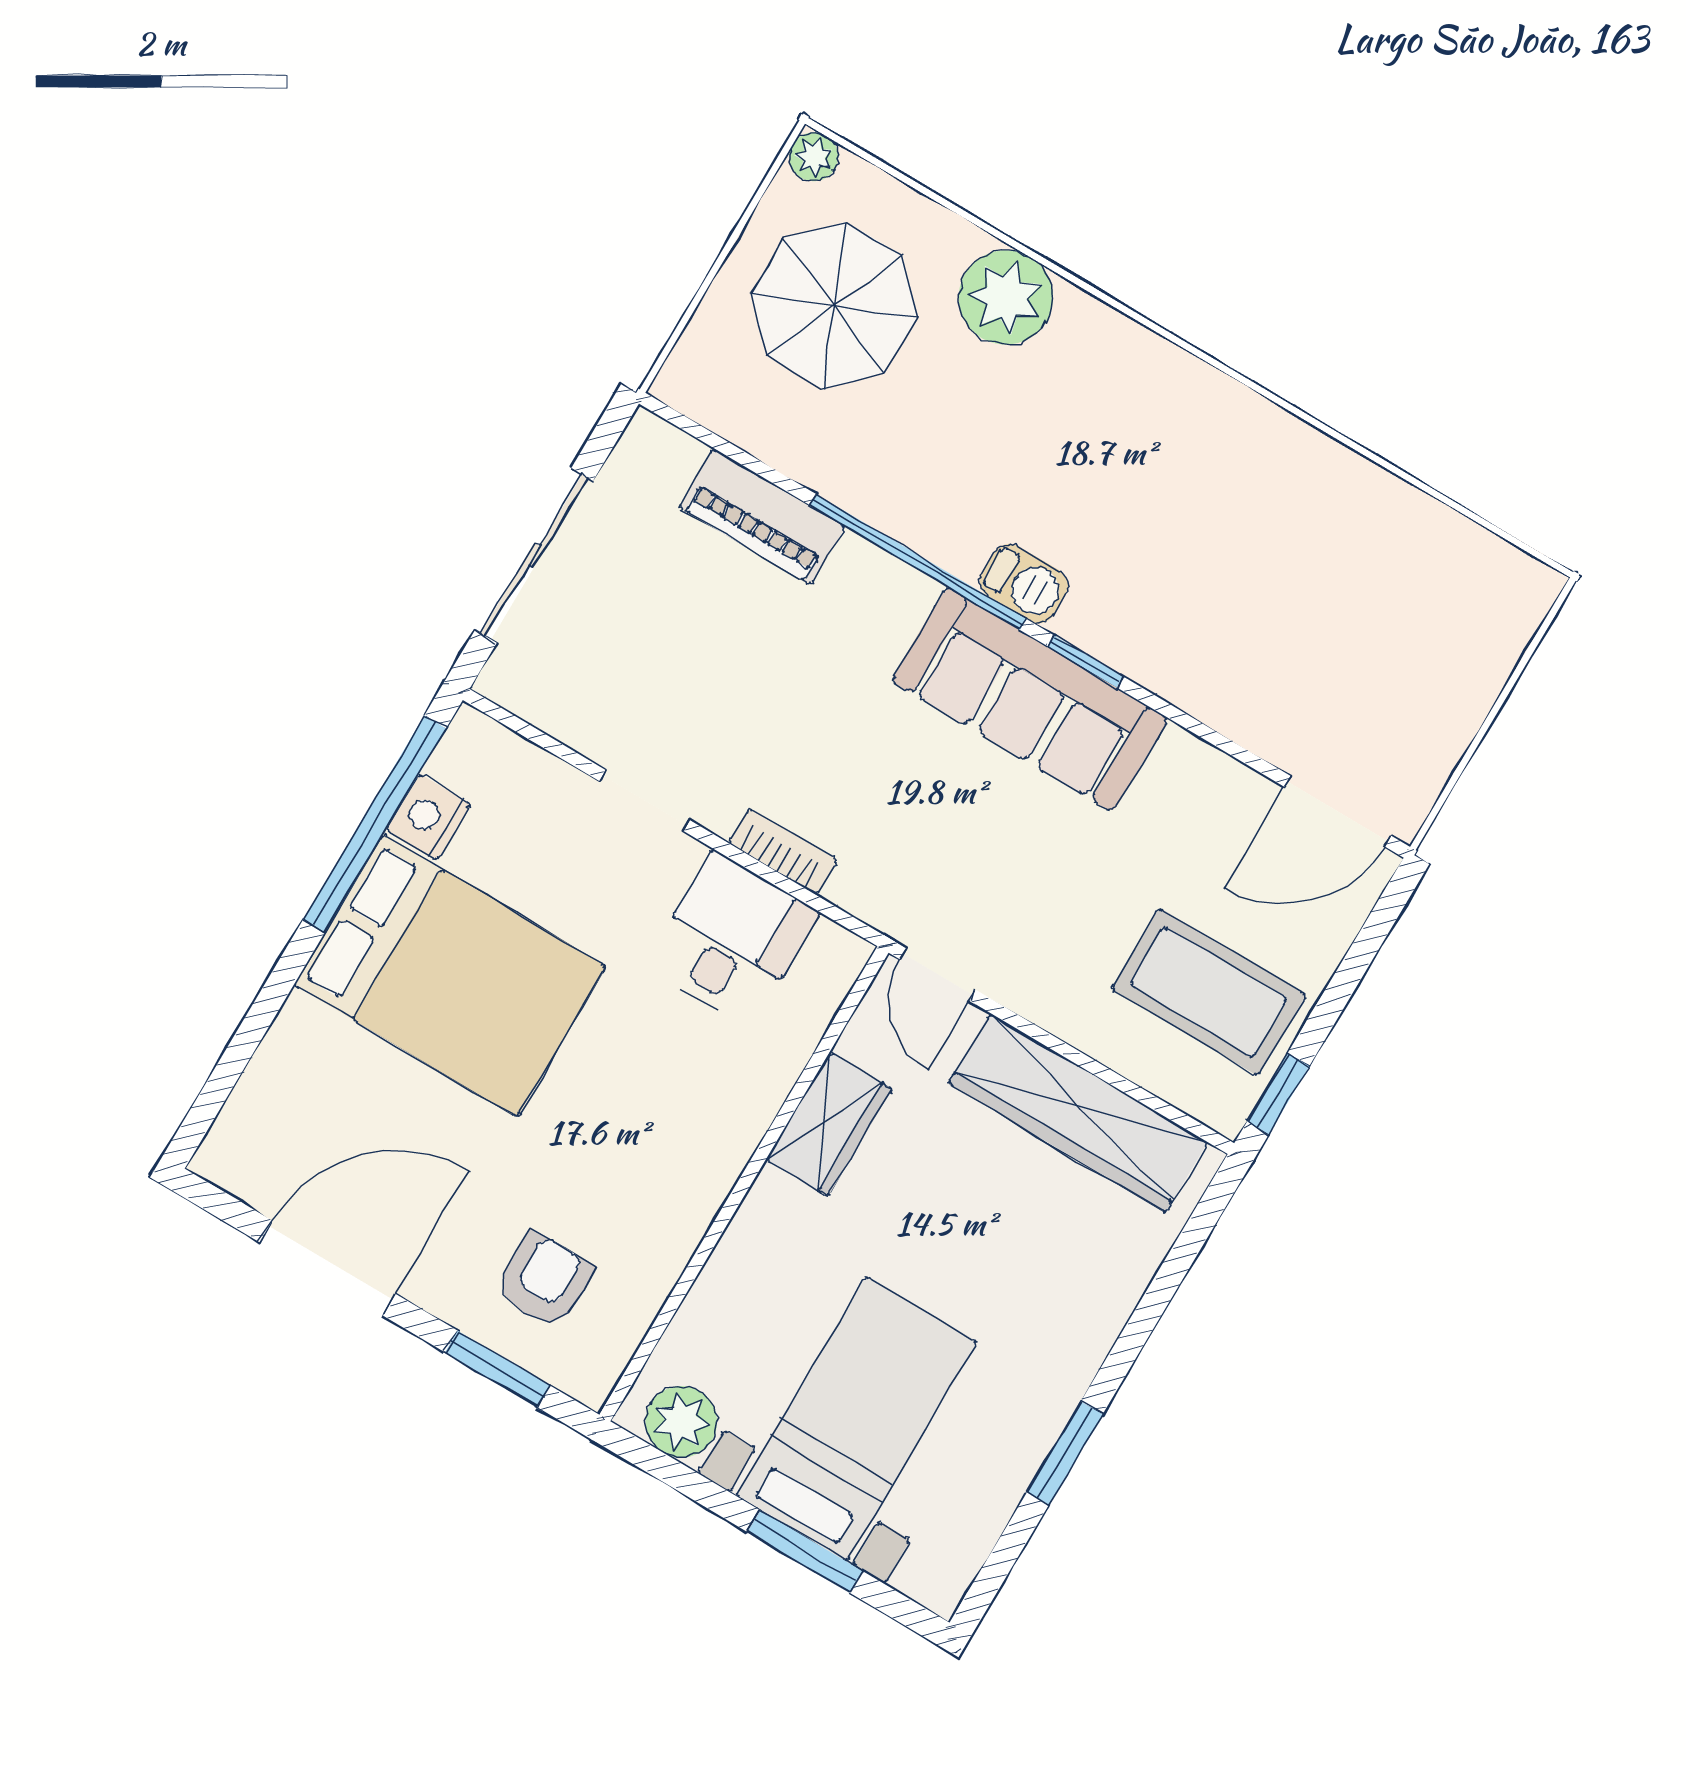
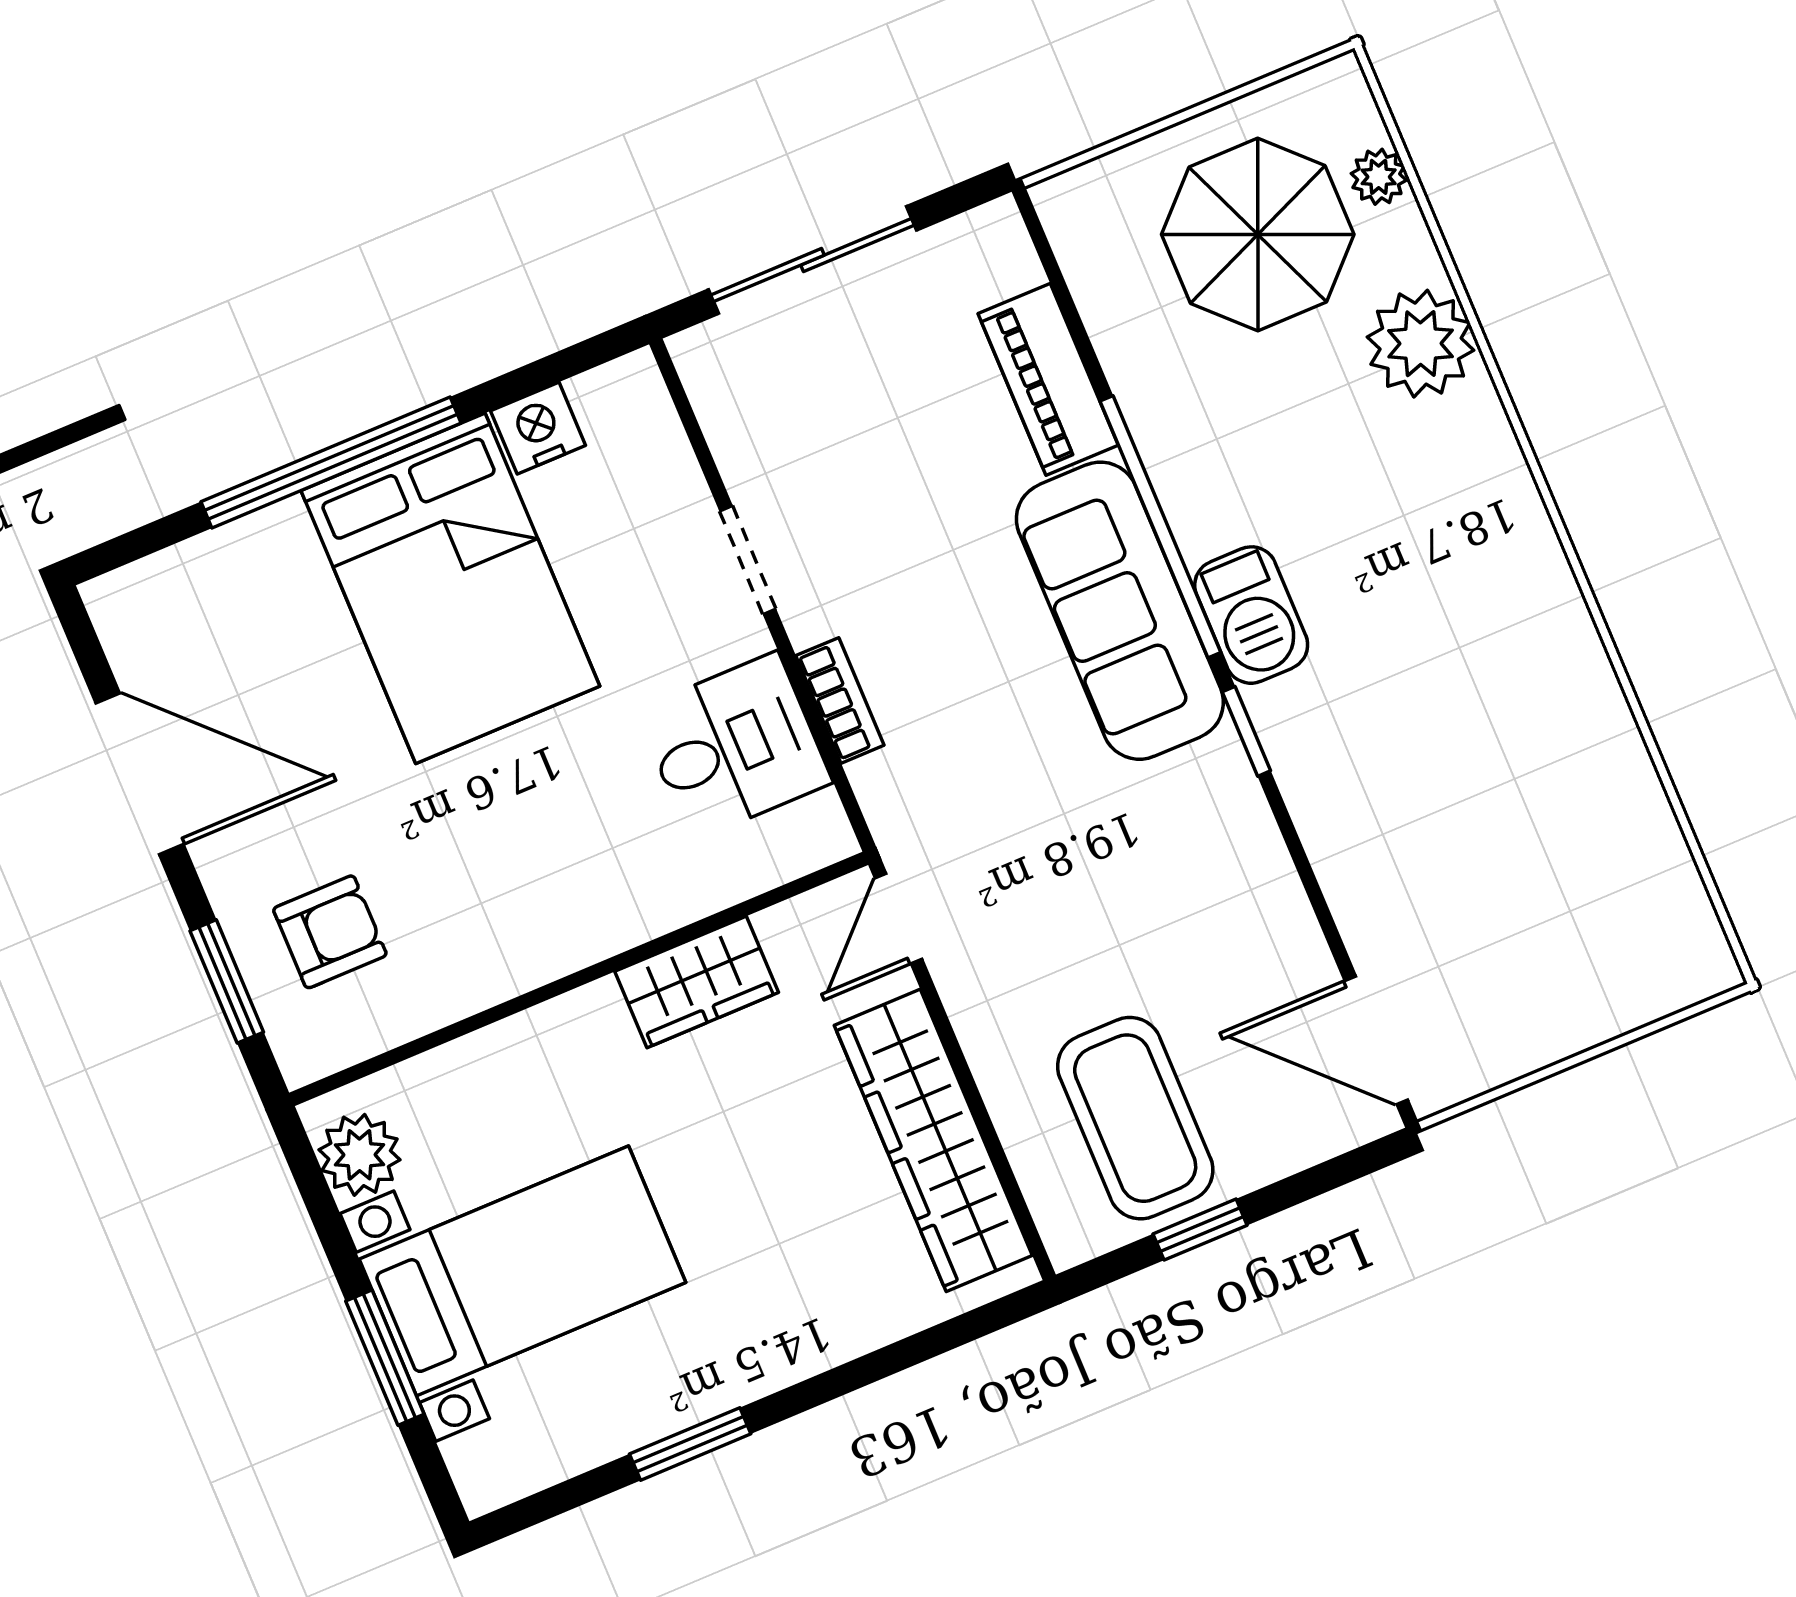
plant: (814, 157) -> (1379, 177), moved
barbecue: (1024, 584) -> (1251, 615), width x1.38, depth x1.27
sofa: (1030, 700) -> (1120, 611), moved
window: (375, 824) -> (331, 462), moved
window: (1278, 1094) -> (1200, 1230), moved

